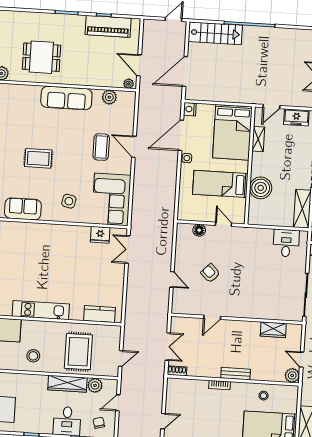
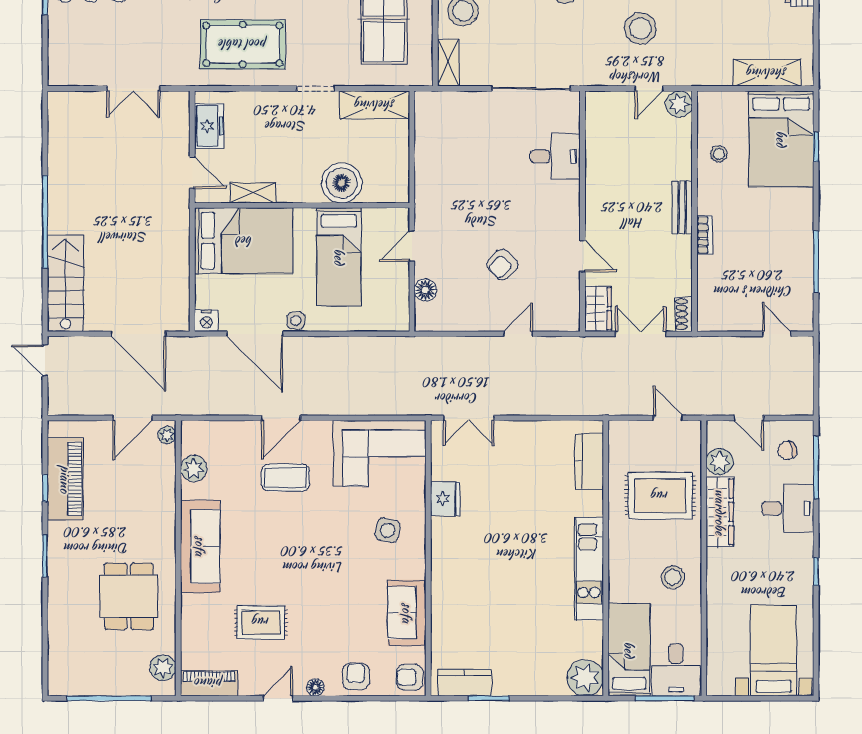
rug: (38, 158) -> (261, 622), moved, turned 90
fridge: (100, 235) -> (445, 499), moved
desk: (286, 243) -> (555, 156), moved, turned 180
wardrobe: (273, 330) -> (598, 309), moved

